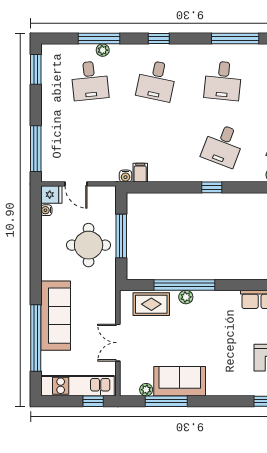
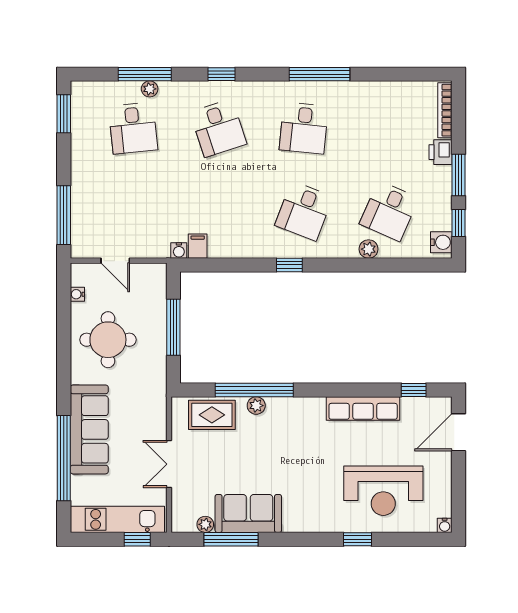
desk: (156, 81) -> (218, 128), turned -30
fridge: (51, 195) -> (84, 274), removed
round table: (89, 245) -> (108, 340), moved

